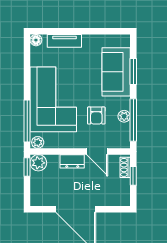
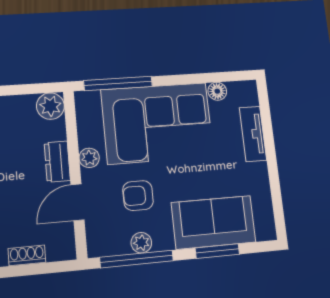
floor lamp: (36, 40) -> (217, 91), moved
plant: (38, 142) -> (89, 158), moved
window: (27, 167) -> (42, 88), removed
shoe rack: (125, 167) -> (27, 255), moved
window: (133, 176) -> (40, 269), removed

